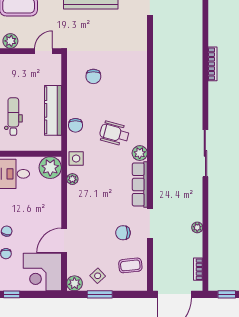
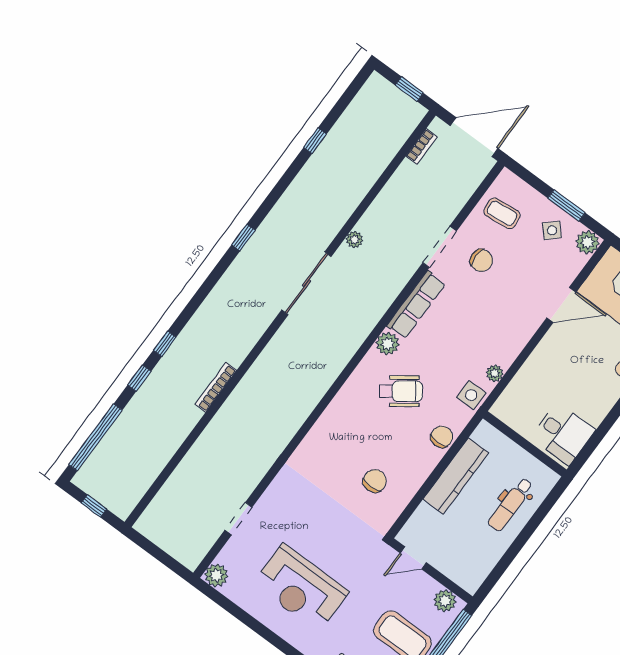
wheelchair: (114, 133) -> (401, 391), turned -51
plant: (50, 168) -> (512, 408), removed
plant: (197, 227) -> (355, 240), moved

